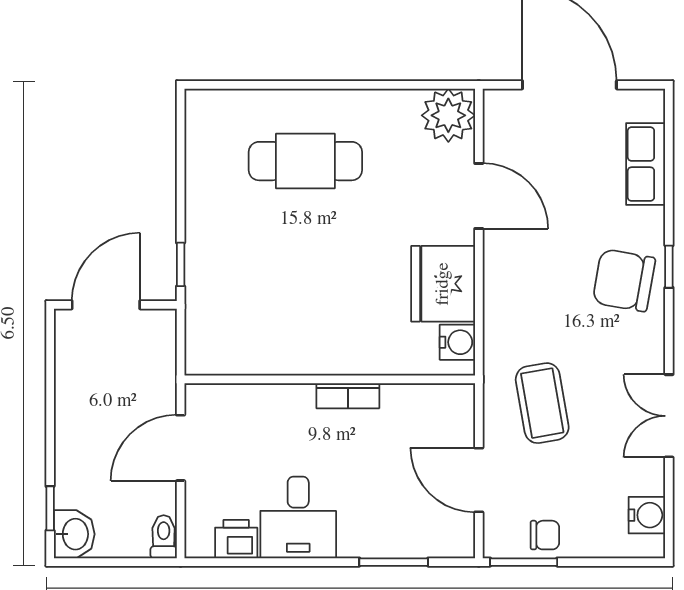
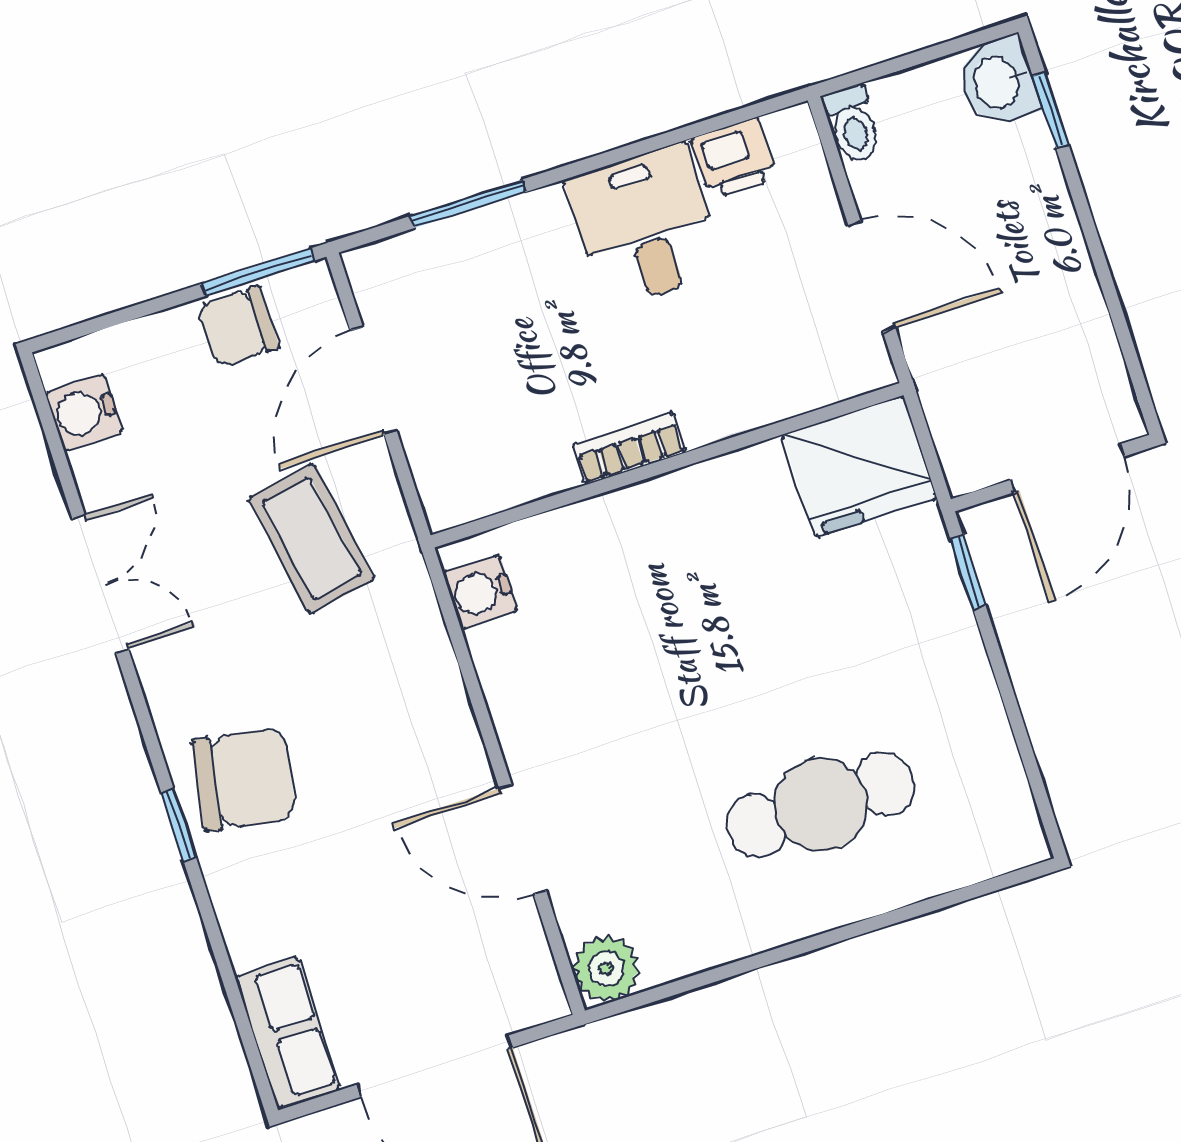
plant: (448, 115) -> (606, 969), width x0.73, depth x0.73
row of seats: (646, 164) -> (288, 1032), moved
fridge: (443, 284) -> (859, 466), moved, turned 90
door: (181, 448) -> (872, 276), hinge flipped
door: (479, 480) -> (374, 381), swing flipped
chair: (545, 535) -> (238, 327), width x1.37, depth x1.37

